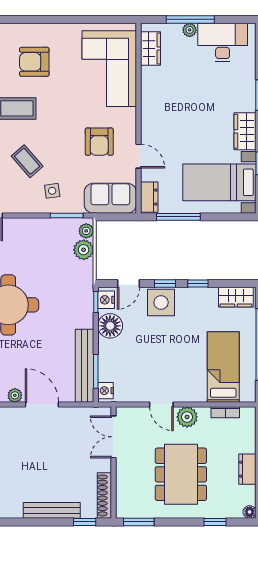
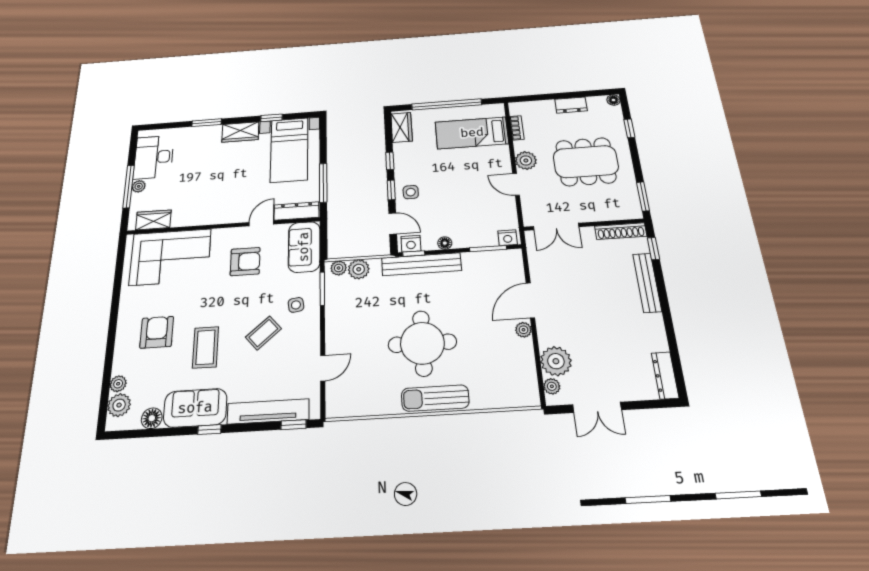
armchair: (34, 62) -> (157, 332), turned 180
dresser: (149, 197) -> (296, 211), width x1.44
side table: (161, 302) -> (411, 192), width x0.54, depth x0.54
floor lamp: (110, 326) -> (445, 243), width x0.53, depth x0.53
bench: (84, 366) -> (421, 264), moved
door: (161, 405) -> (516, 184), swing flipped

